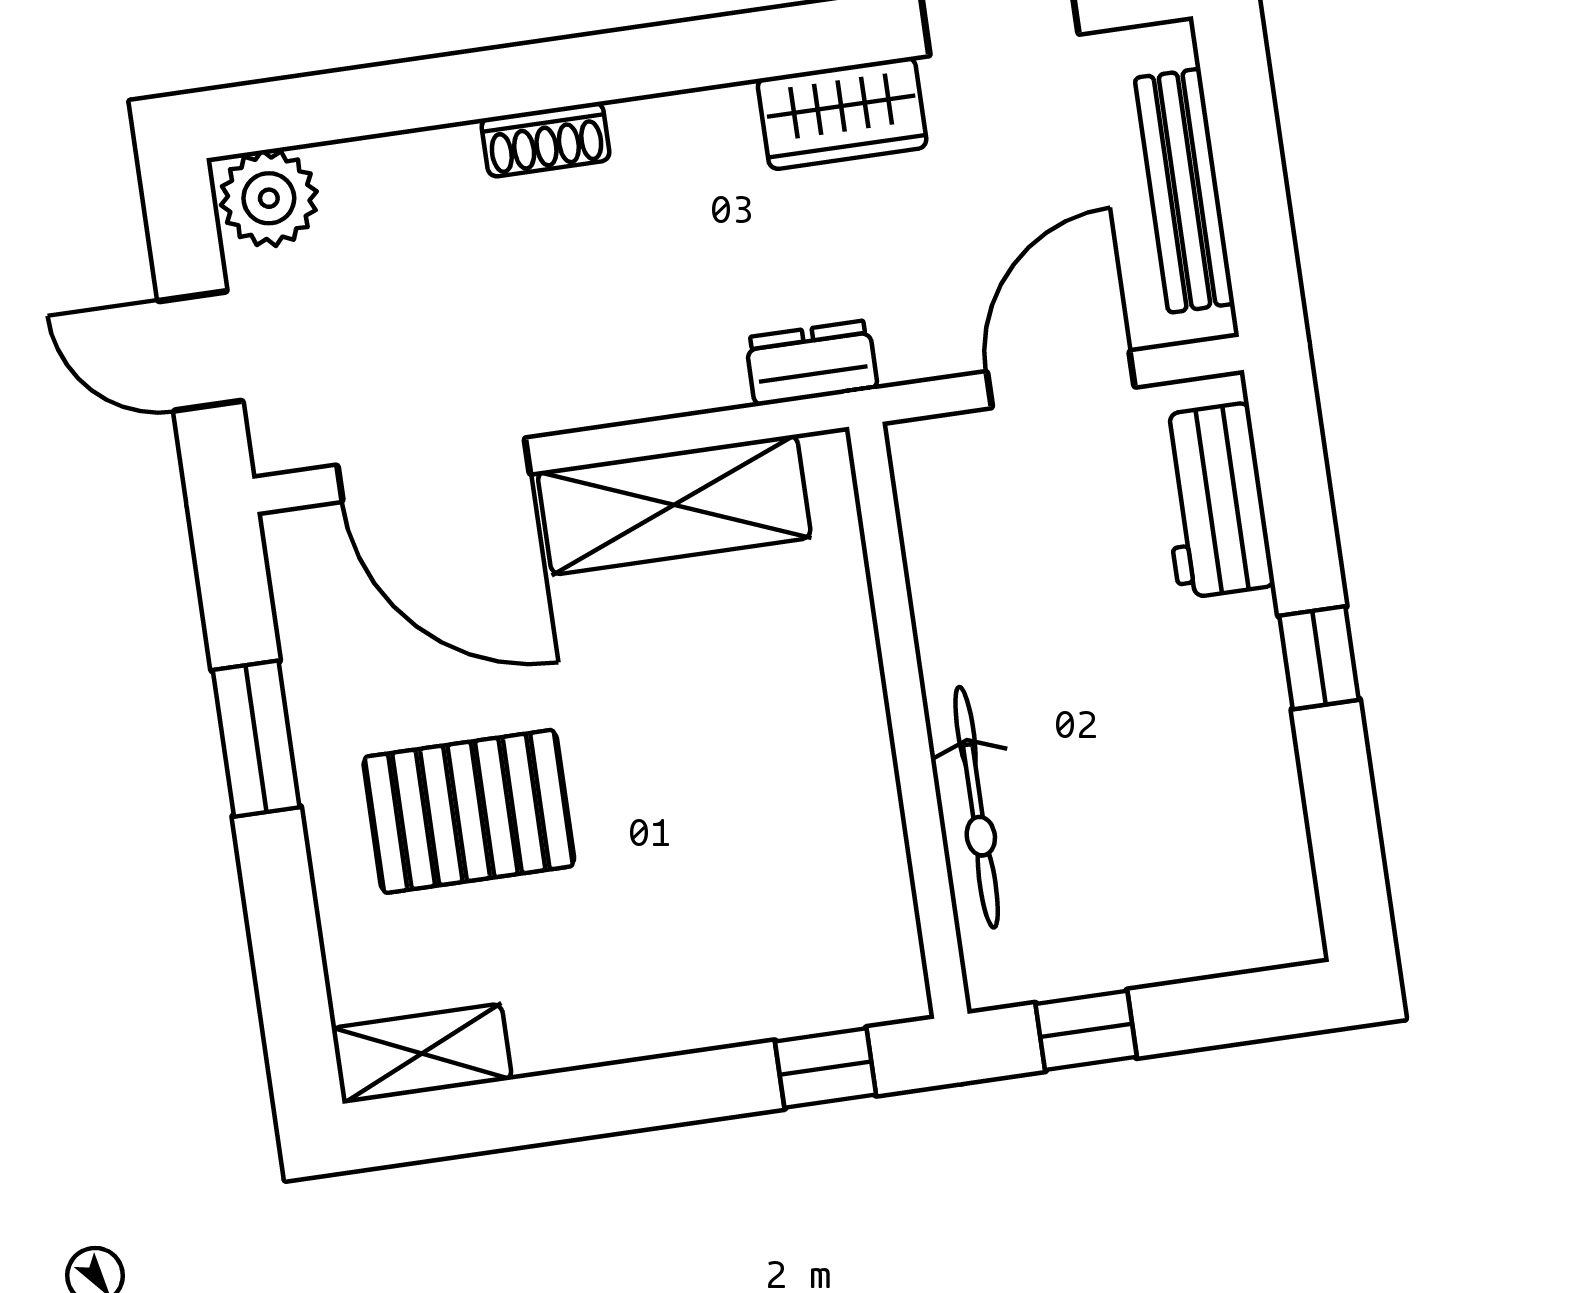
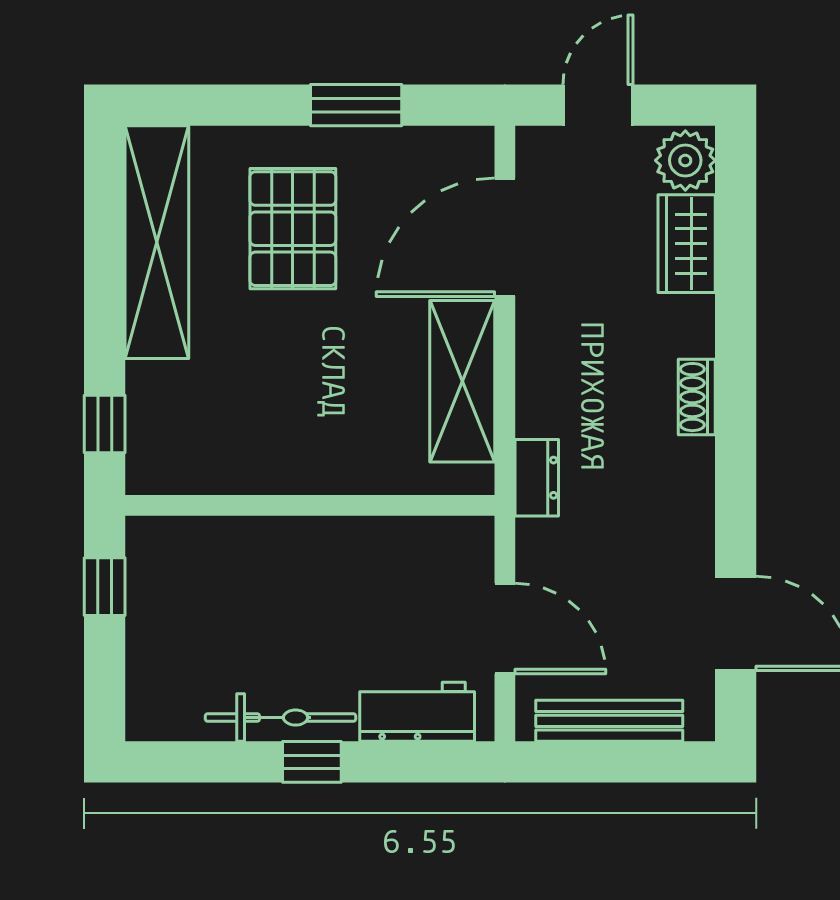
wardrobe: (842, 113) -> (687, 244), moved
shoe rack: (545, 140) -> (697, 397), moved
bicycle: (977, 807) -> (281, 718), moved, turned 180
shelving: (422, 1054) -> (157, 242), width x2.20, depth x1.33

